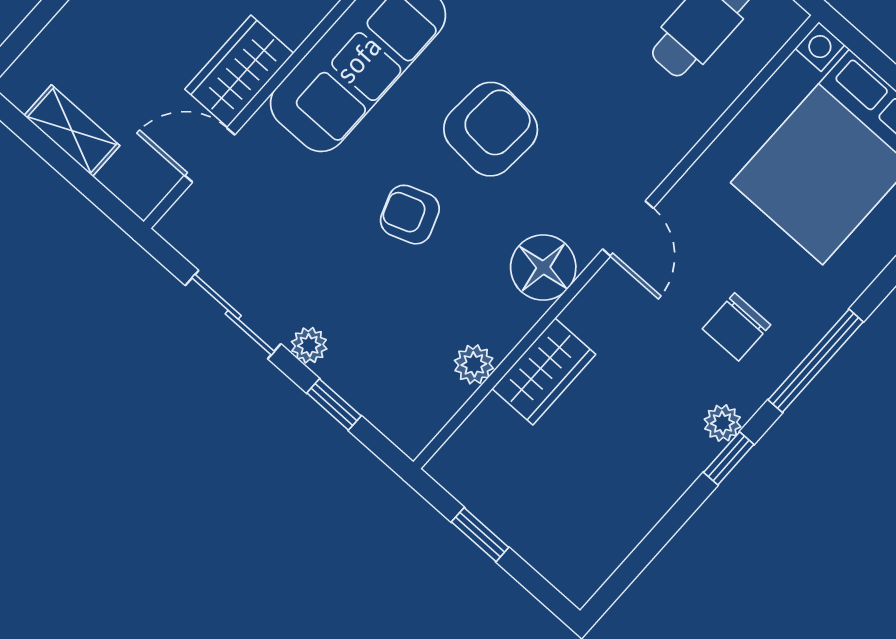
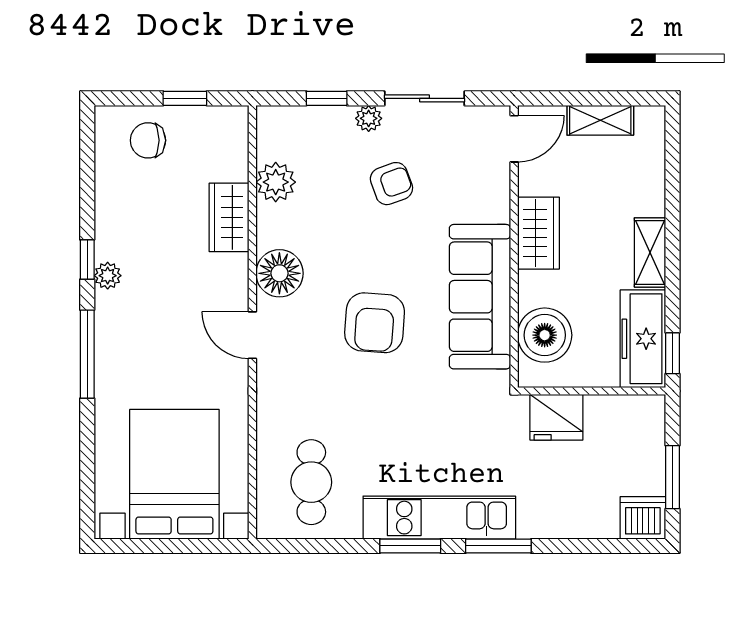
door: (210, 155) -> (514, 139), moved
armchair: (410, 215) -> (391, 184), moved
chair: (737, 327) -> (148, 140), moved, turned -90
plant: (474, 364) -> (276, 182), width x1.38, depth x1.38

